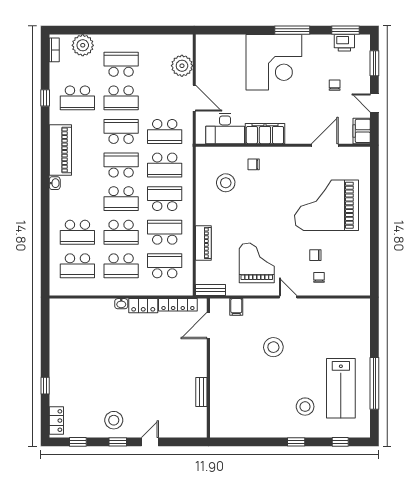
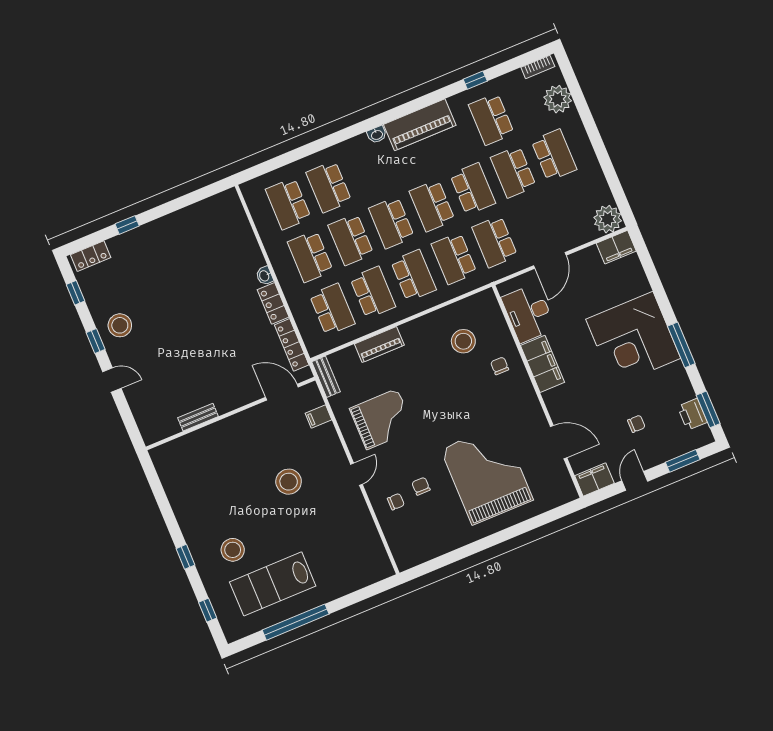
filing cabinet: (204, 47) -> (616, 247), added
plant: (182, 66) -> (608, 219), moved
school desk: (121, 165) -> (432, 206), turned 180

